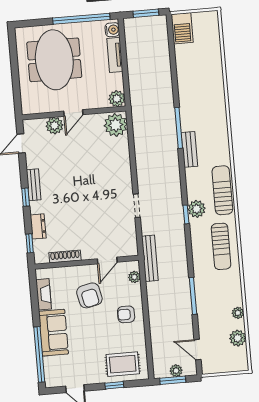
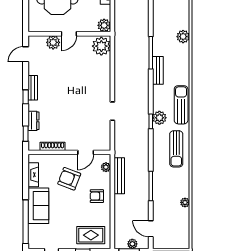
bench: (150, 258) -> (119, 176), moved
armchair: (89, 295) -> (69, 179), turned 124
plant: (238, 338) -> (183, 37), moved

